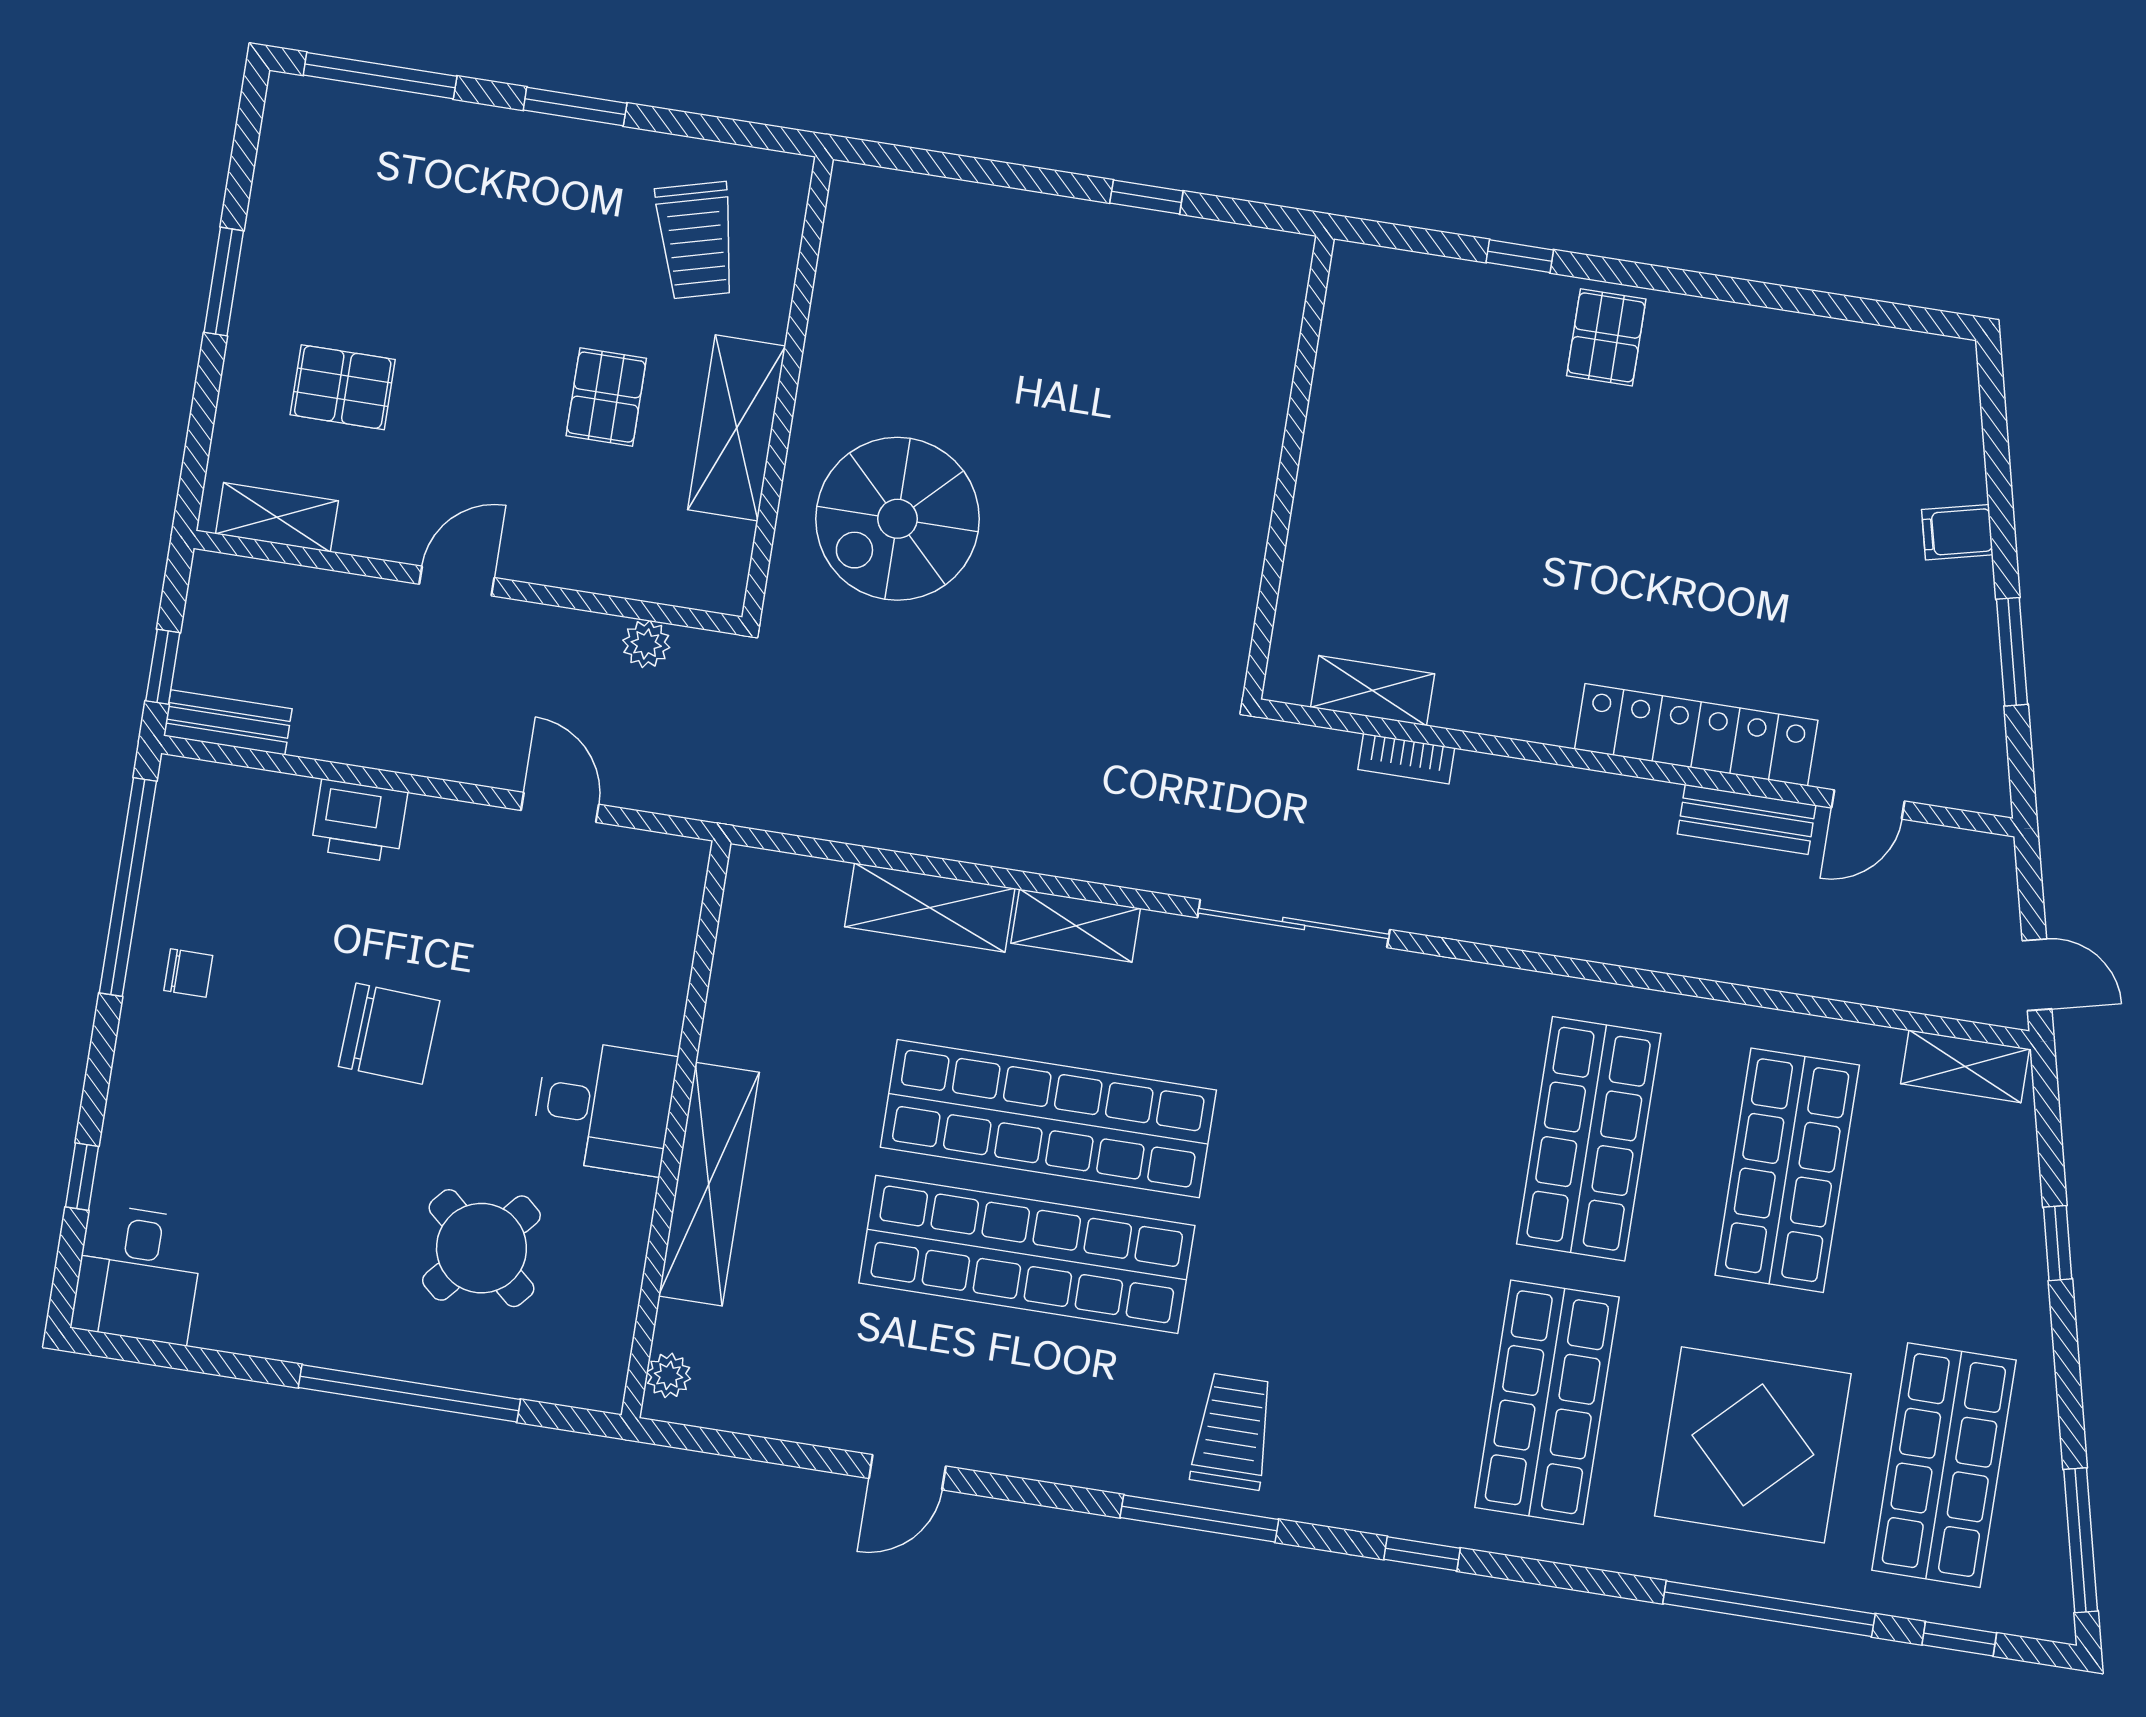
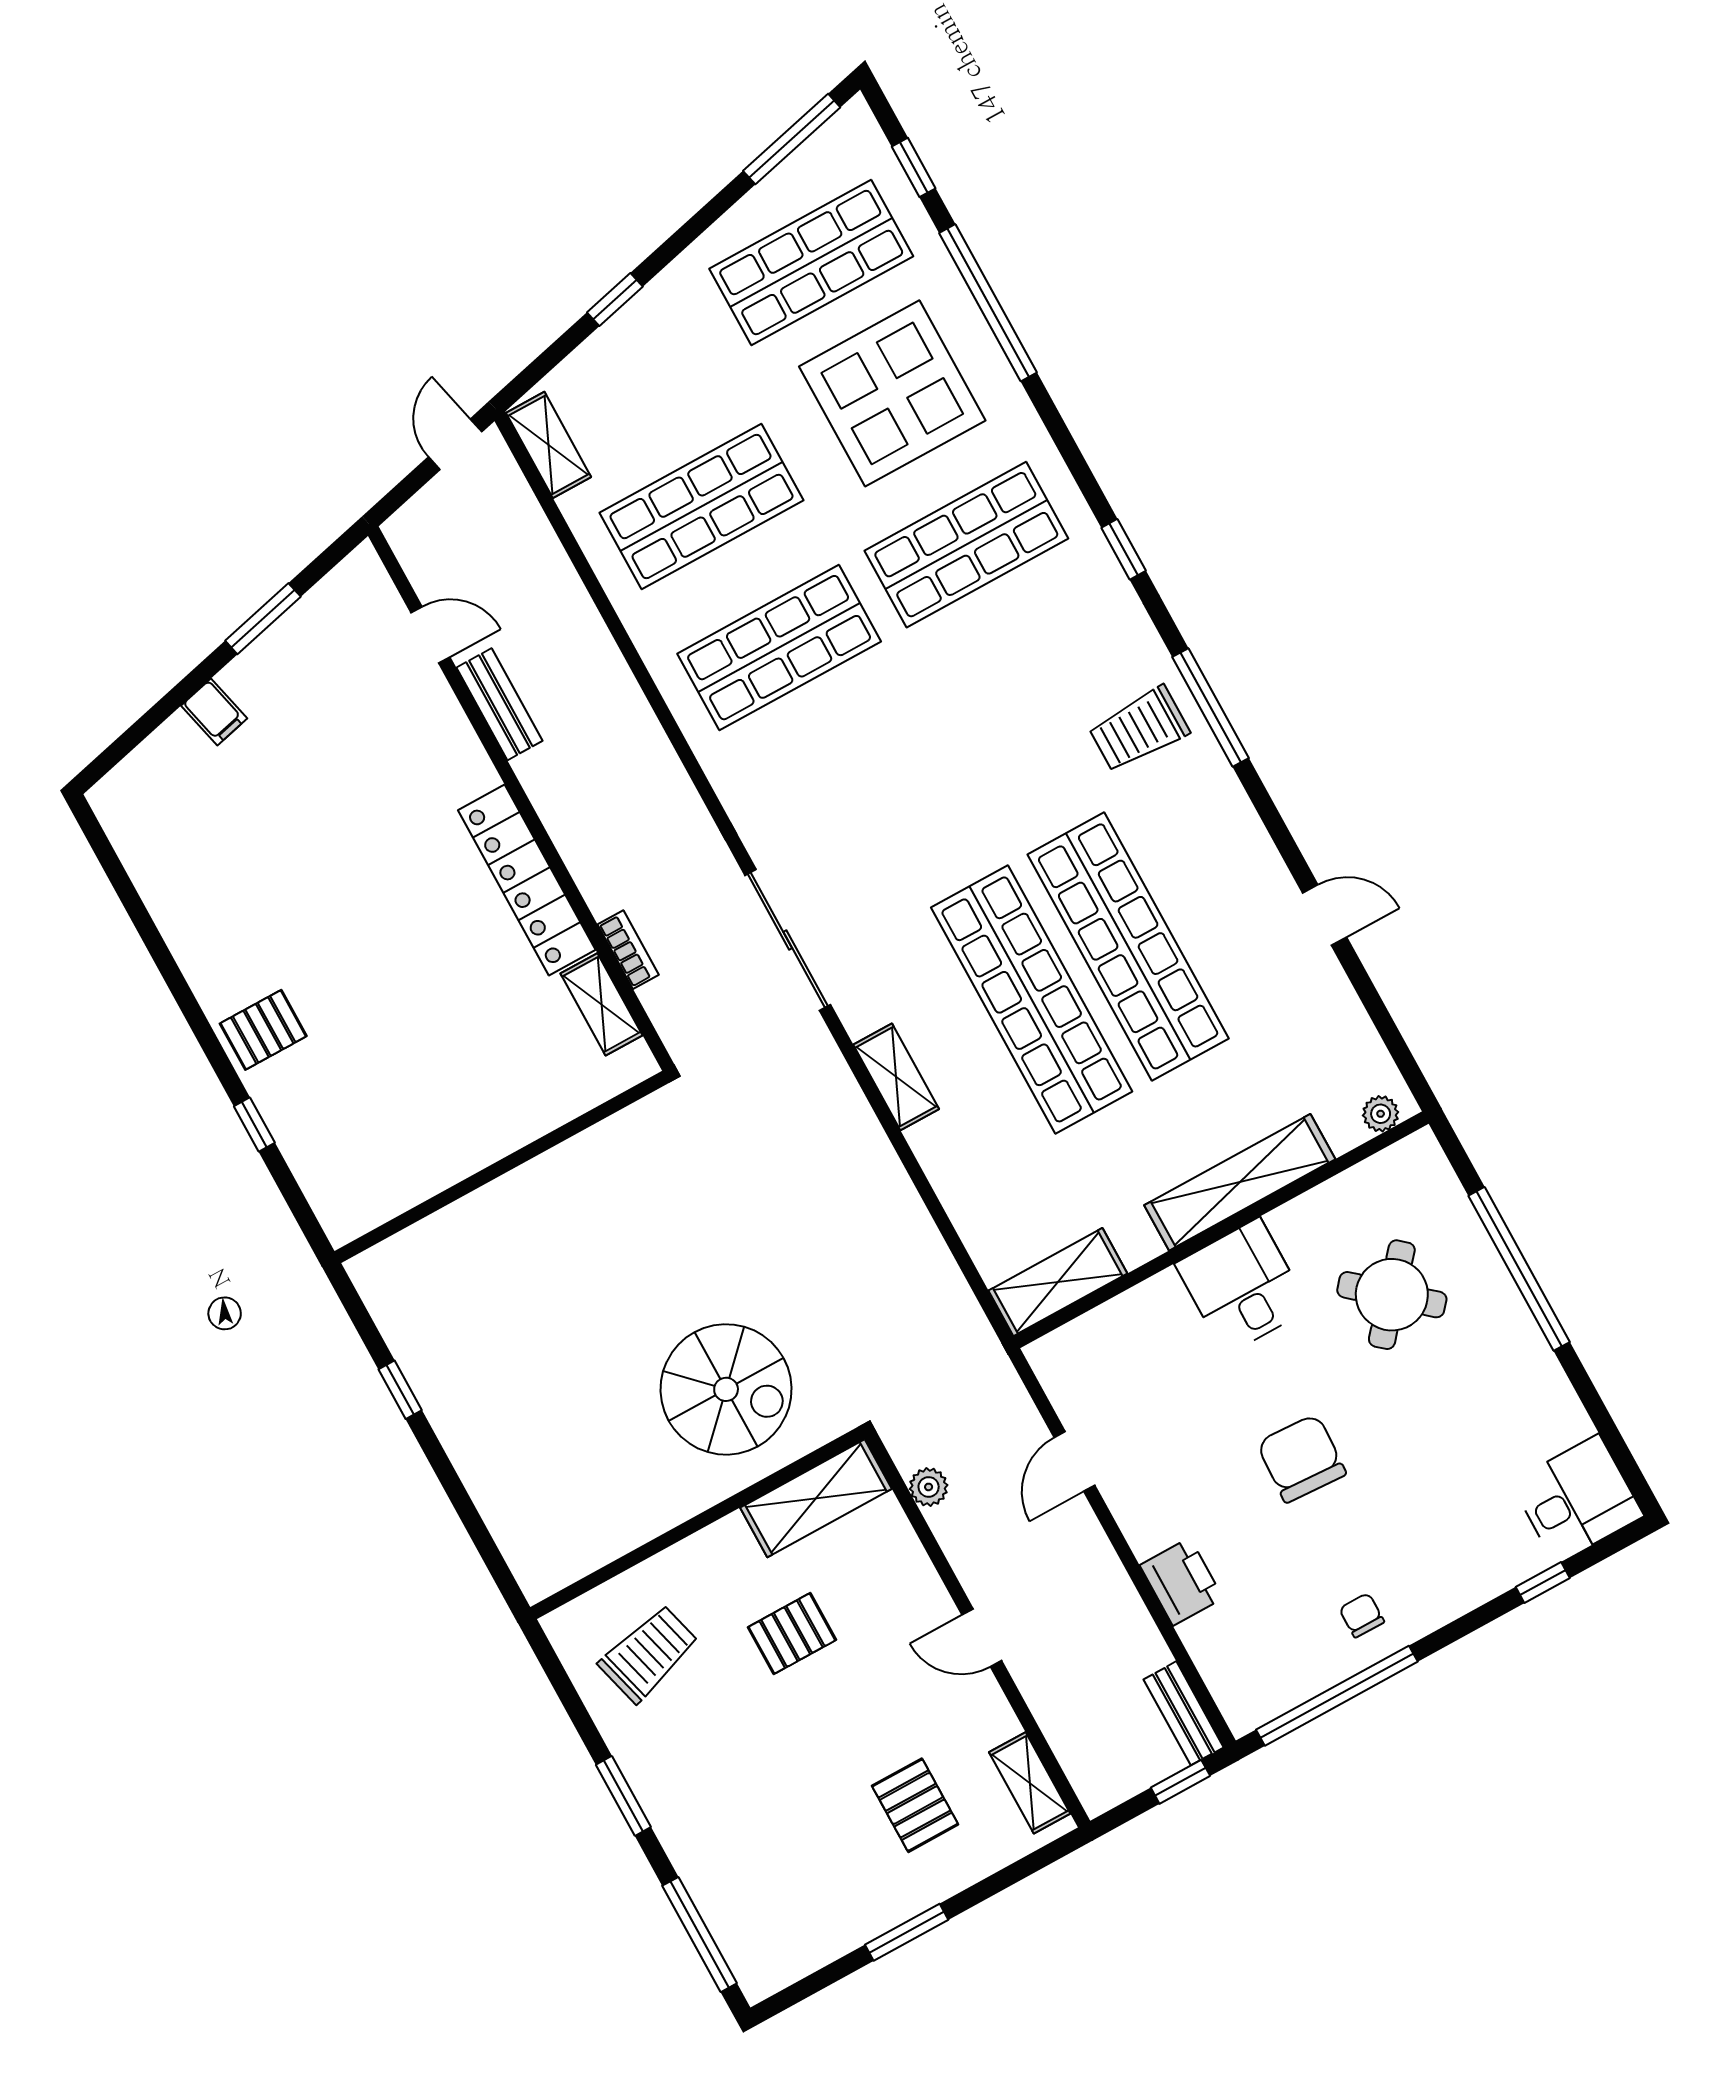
shelving: (737, 428) -> (816, 1498), moved
locker: (1696, 735) -> (527, 880), moved
shelving: (930, 908) -> (1058, 1282), moved, turned 90

